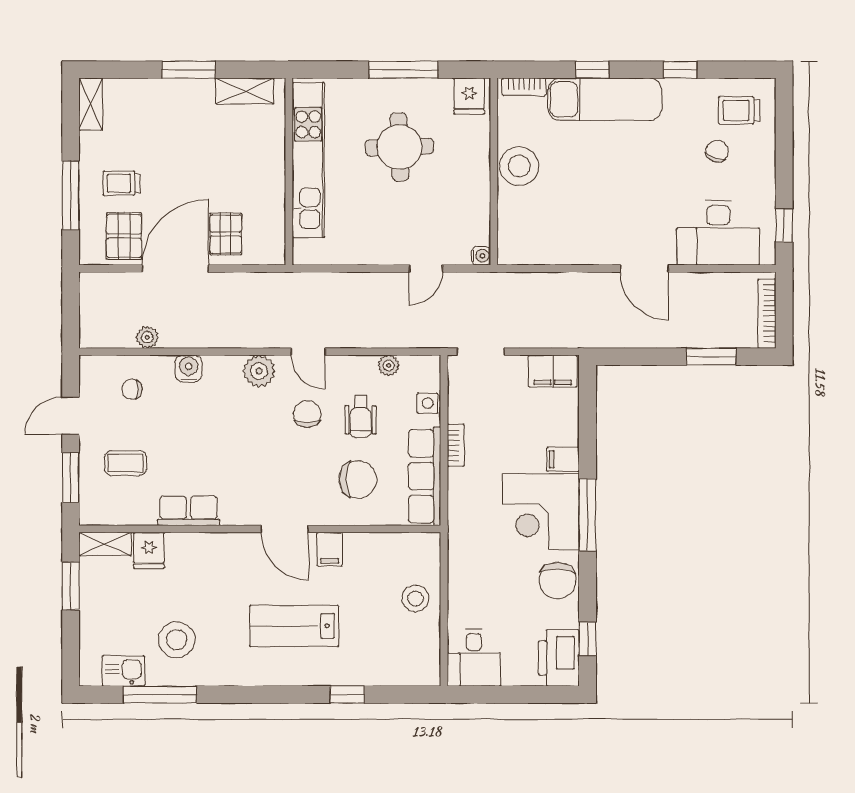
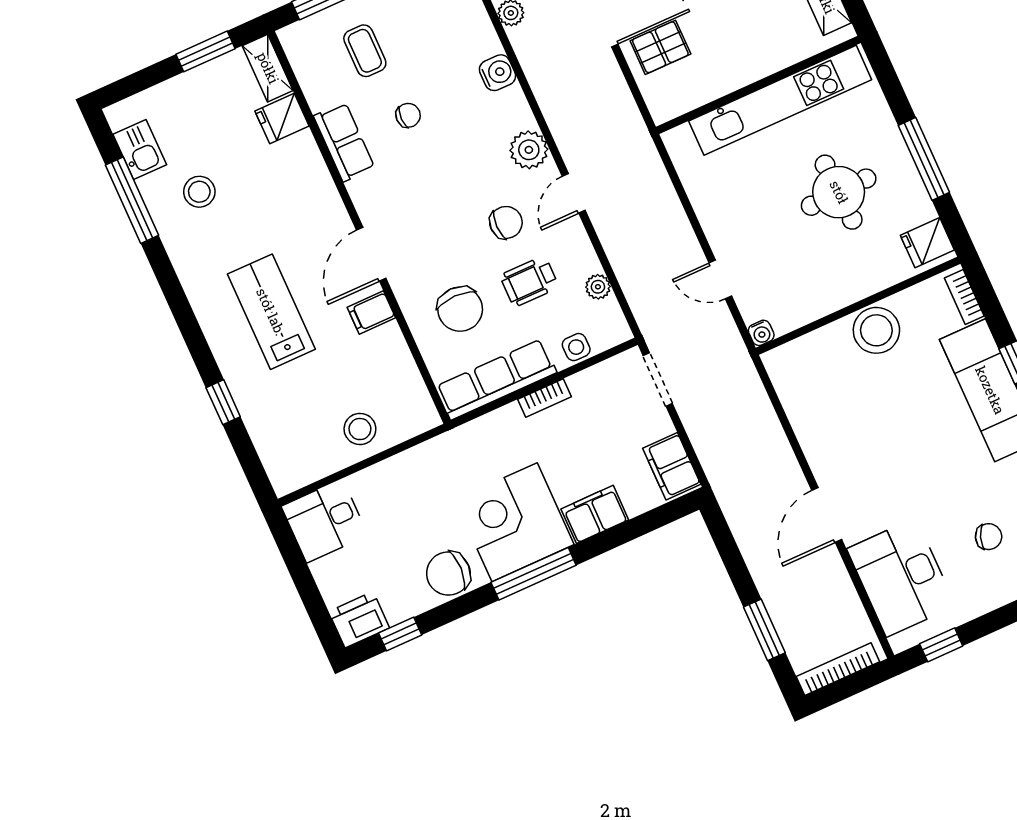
chair: (132, 389) -> (408, 115), moved, turned 90
filing cabinet: (563, 459) -> (595, 514), width x2.00
stool: (177, 640) -> (199, 192), width x0.73, depth x0.73
printer: (559, 658) -> (359, 620), width x0.73, depth x0.84

